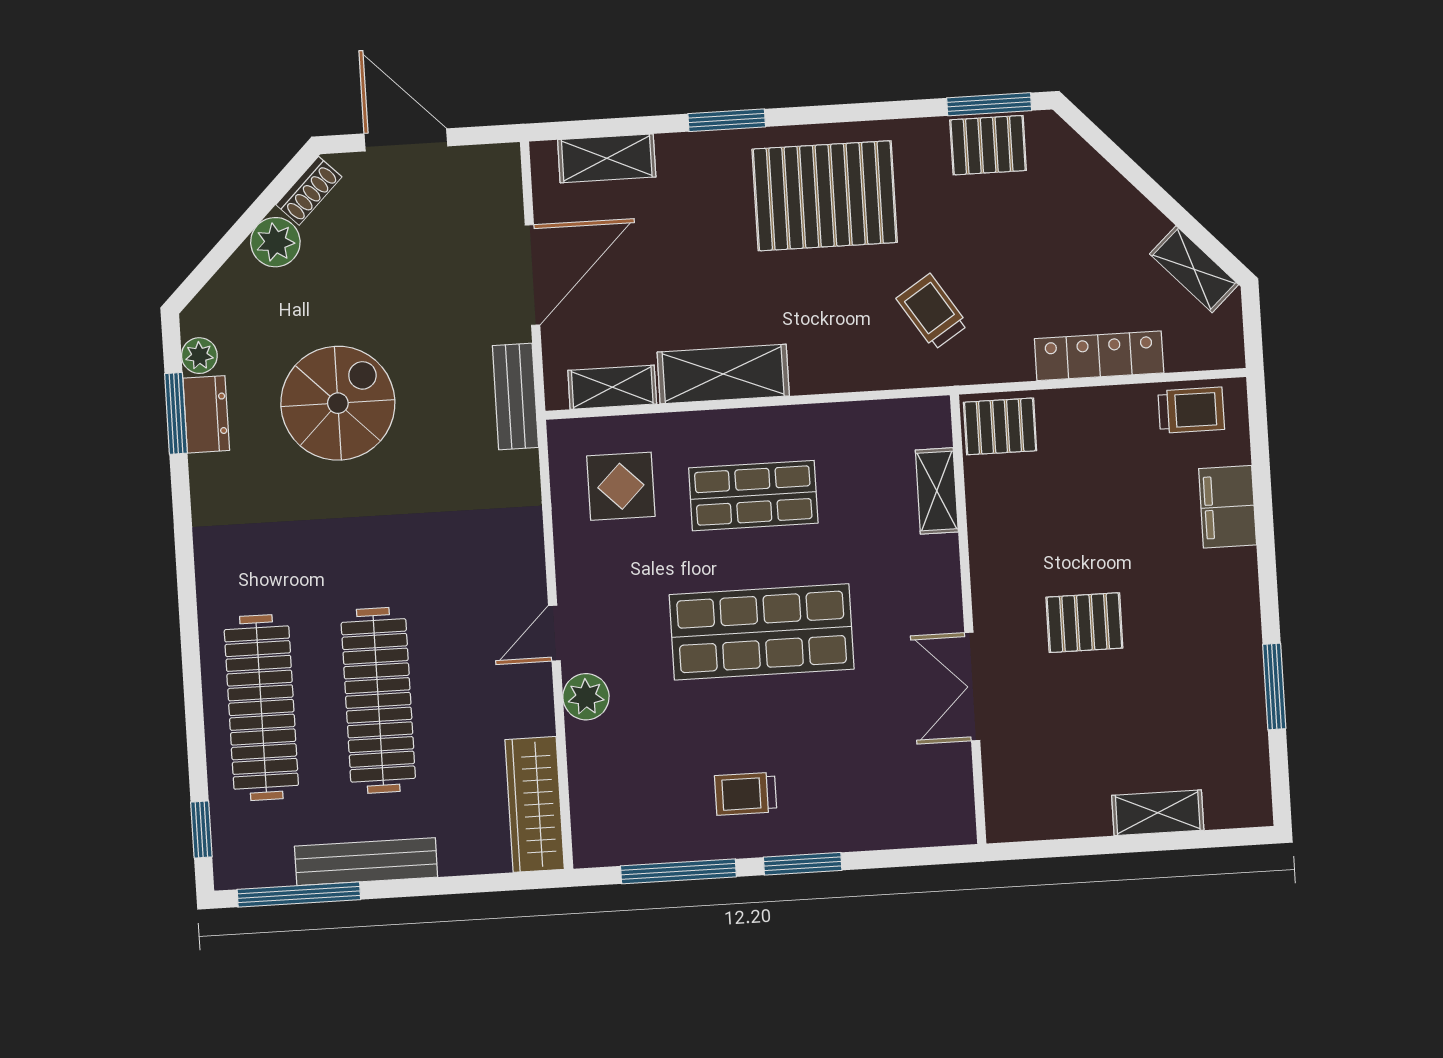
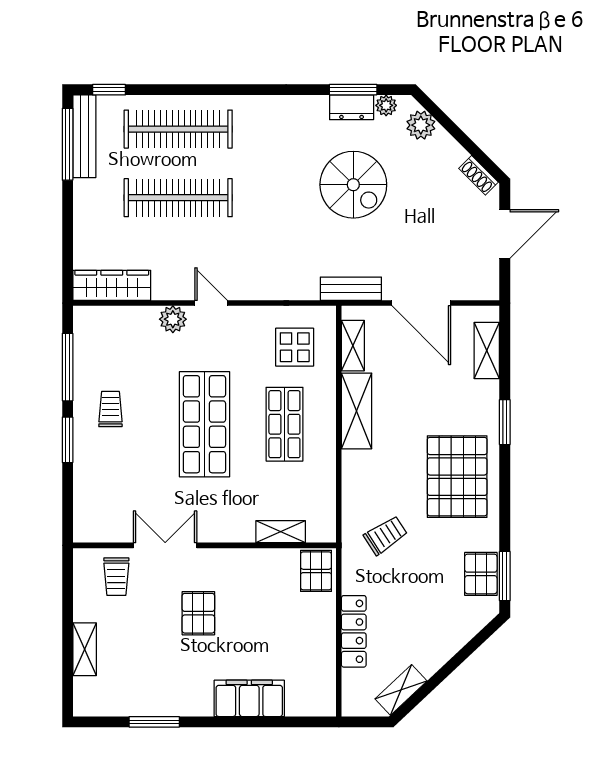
plant: (275, 242) -> (421, 125), moved
trolley: (1191, 410) -> (116, 577), moved
filing cabinet: (1228, 507) -> (249, 698), width x1.50, depth x1.17
bench: (366, 862) -> (84, 136), moved

